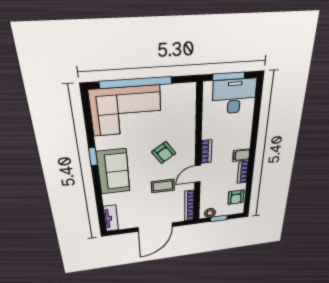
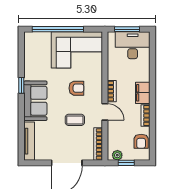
corner sofa: (126, 111) -> (77, 50), moved
armchair: (164, 153) -> (76, 88), turned -56
filing cabinet: (241, 155) -> (143, 93), width x2.00
door: (198, 174) -> (105, 112), swing flipped
tv unit: (111, 218) -> (29, 141), width x1.41

